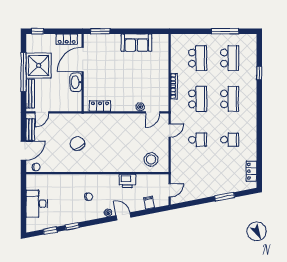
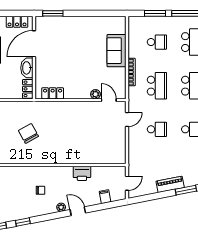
window: (196, 31) -> (155, 13), added
sofa: (136, 43) -> (117, 51), moved, turned 90
school desk: (198, 58) -> (157, 42), width x0.54
locker: (77, 102) -> (28, 89), added
door: (153, 112) -> (109, 100), swing flipped
stool: (151, 159) -> (107, 150), removed
piano: (210, 191) -> (170, 184), added

